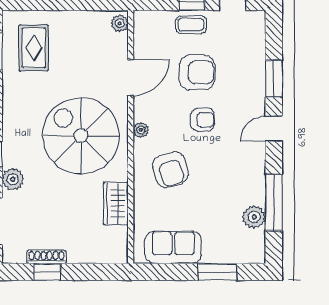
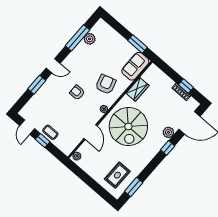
armchair: (197, 72) -> (64, 112), removed
door: (131, 78) -> (91, 132), swing flipped
sofa: (173, 247) -> (135, 66), moved, turned 90
window: (217, 272) -> (137, 44), moved

